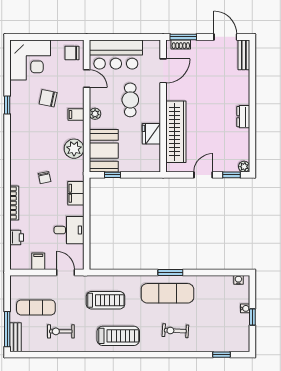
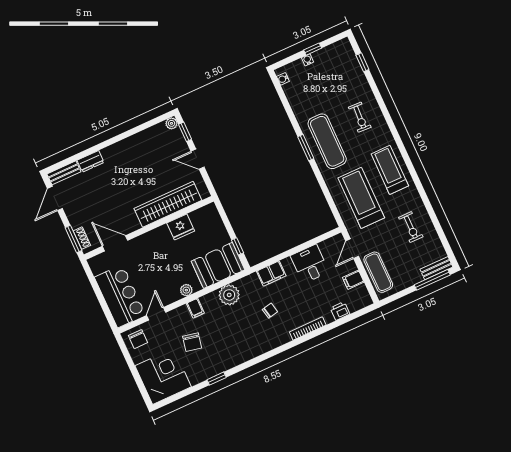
cafe table: (130, 100) -> (157, 262), removed
dresser: (243, 117) -> (90, 161), moved
treadmill: (105, 300) -> (361, 198), width x1.37, depth x1.38
exercise mat: (36, 307) -> (378, 272), moved

